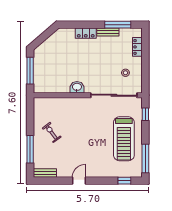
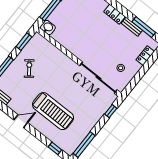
washbasin: (77, 87) -> (48, 27), moved
window: (30, 114) -> (24, 42), added
treadmill: (124, 139) -> (53, 111), moved, turned -90

